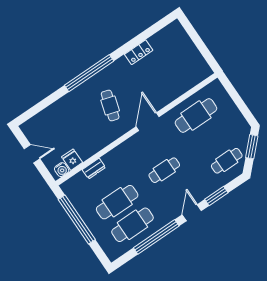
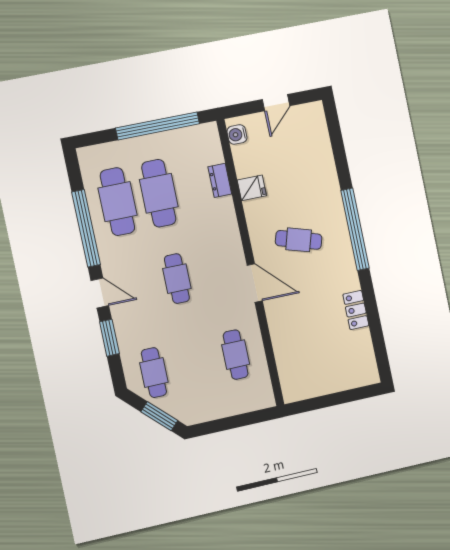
cafe table: (196, 116) -> (236, 355), width x0.73, depth x0.74
fridge: (72, 160) -> (252, 188), moved

